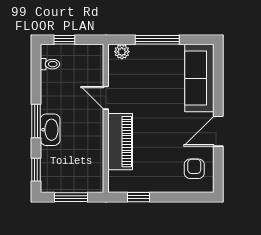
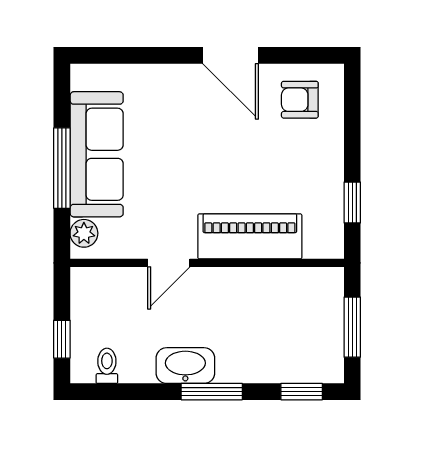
sofa: (199, 78) -> (97, 154), moved, turned -90
washbasin: (50, 130) -> (185, 366), moved

